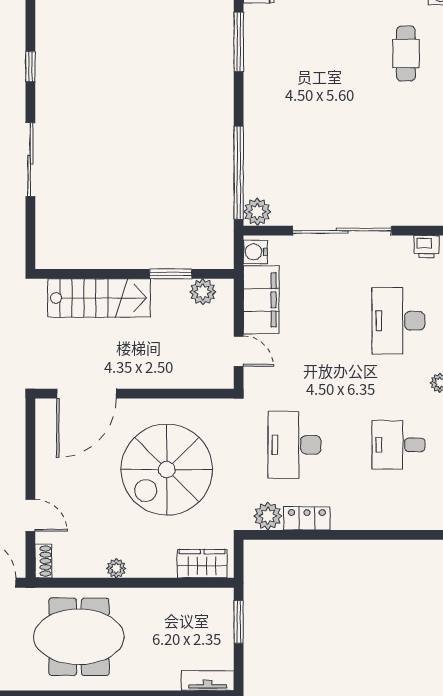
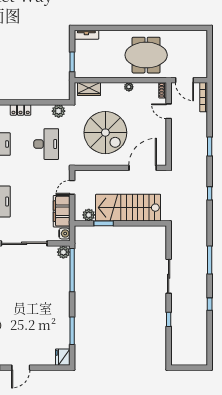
stairs: (99, 298) -> (128, 208), width x1.36, depth x1.51
door: (239, 351) -> (72, 187), hinge flipped
spiral stairs: (167, 470) -> (105, 133), turned 90
locker: (307, 518) -> (21, 110), moved

